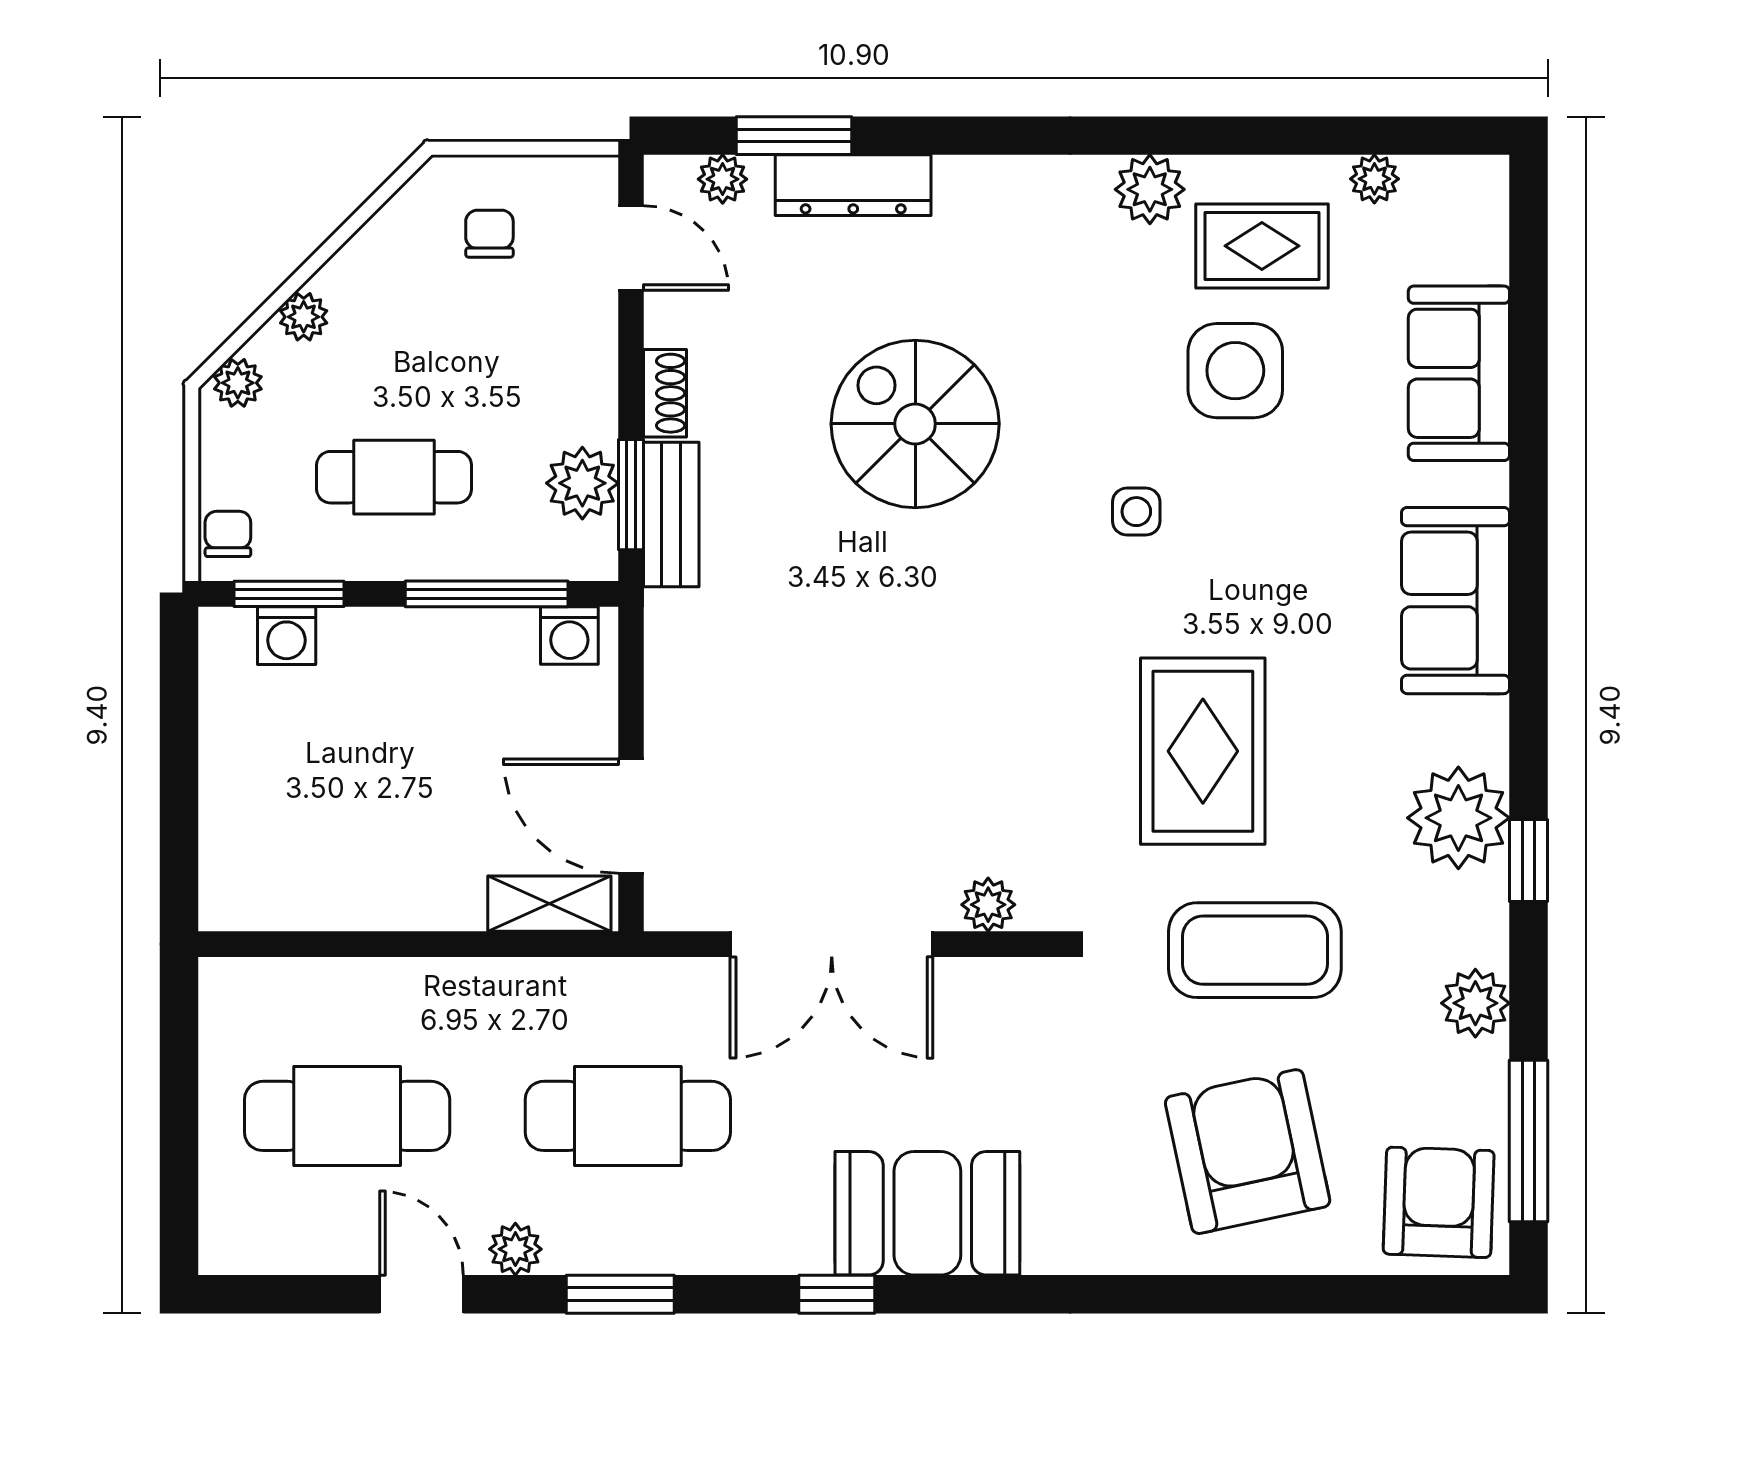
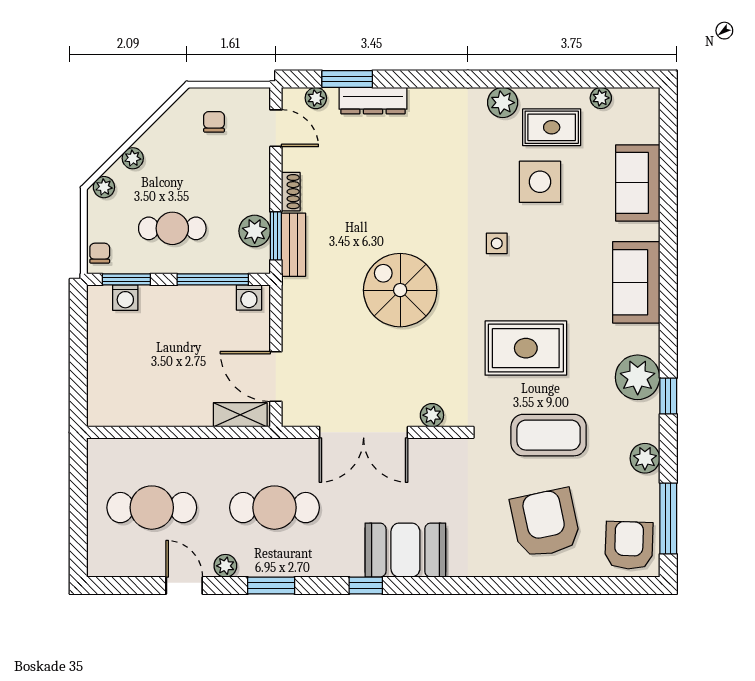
spiral stairs: (915, 424) -> (400, 290), moved
rug: (1203, 751) -> (526, 348), turned 90

